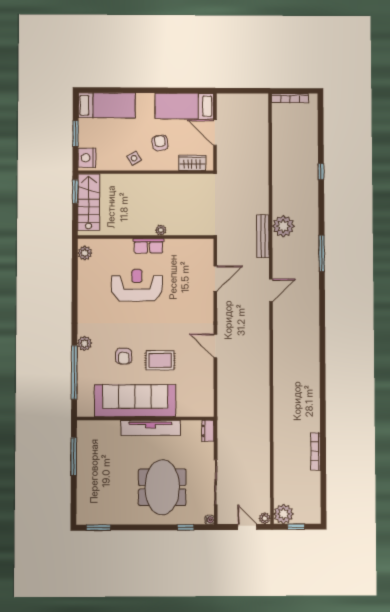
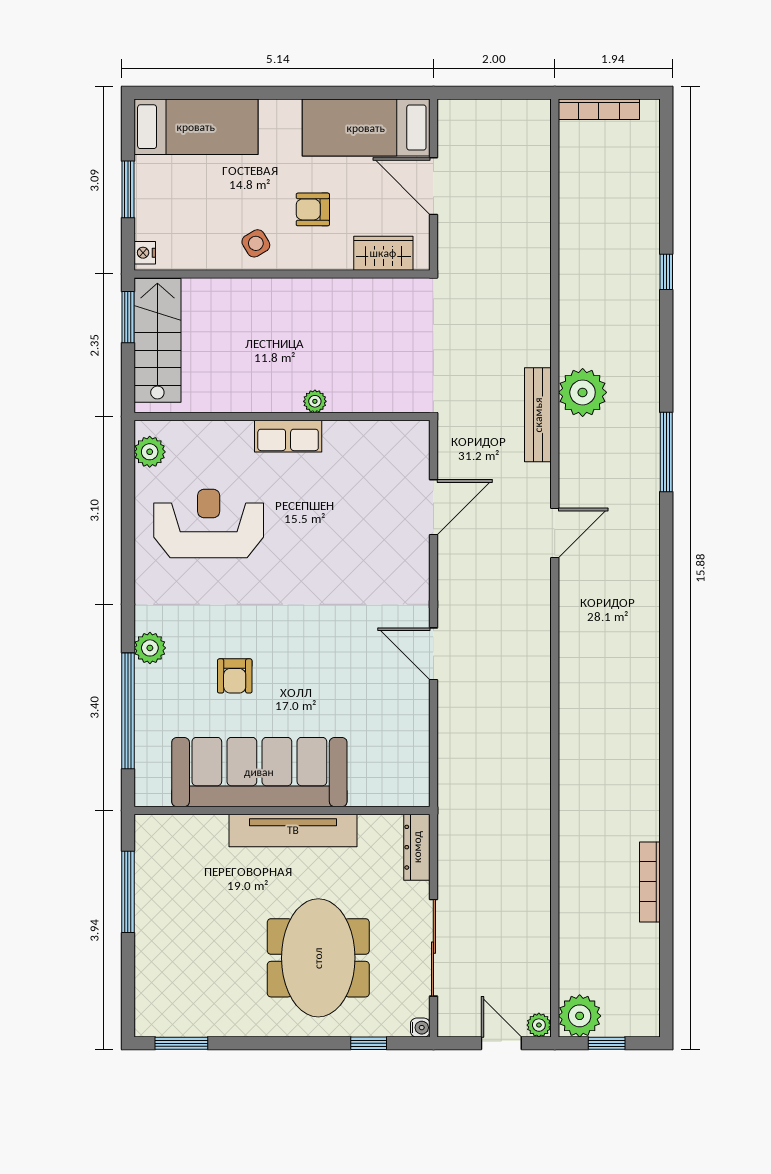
armchair: (160, 143) -> (313, 209), turned -82
nightstand: (87, 158) -> (145, 253), width x0.53, depth x0.56
reception desk: (137, 285) -> (209, 523), moved
rug: (160, 360) -> (313, 685), removed
dresser: (208, 431) -> (417, 847), width x1.44

